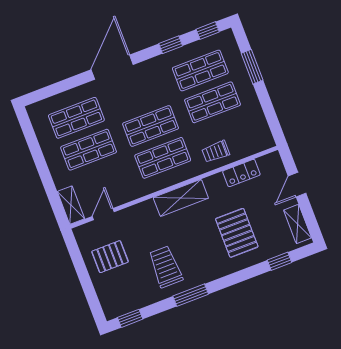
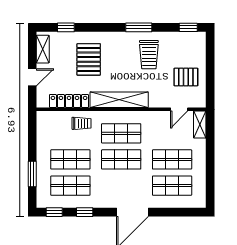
locker: (241, 173) -> (69, 101), width x1.53
shelving: (181, 198) -> (119, 100), width x1.47

